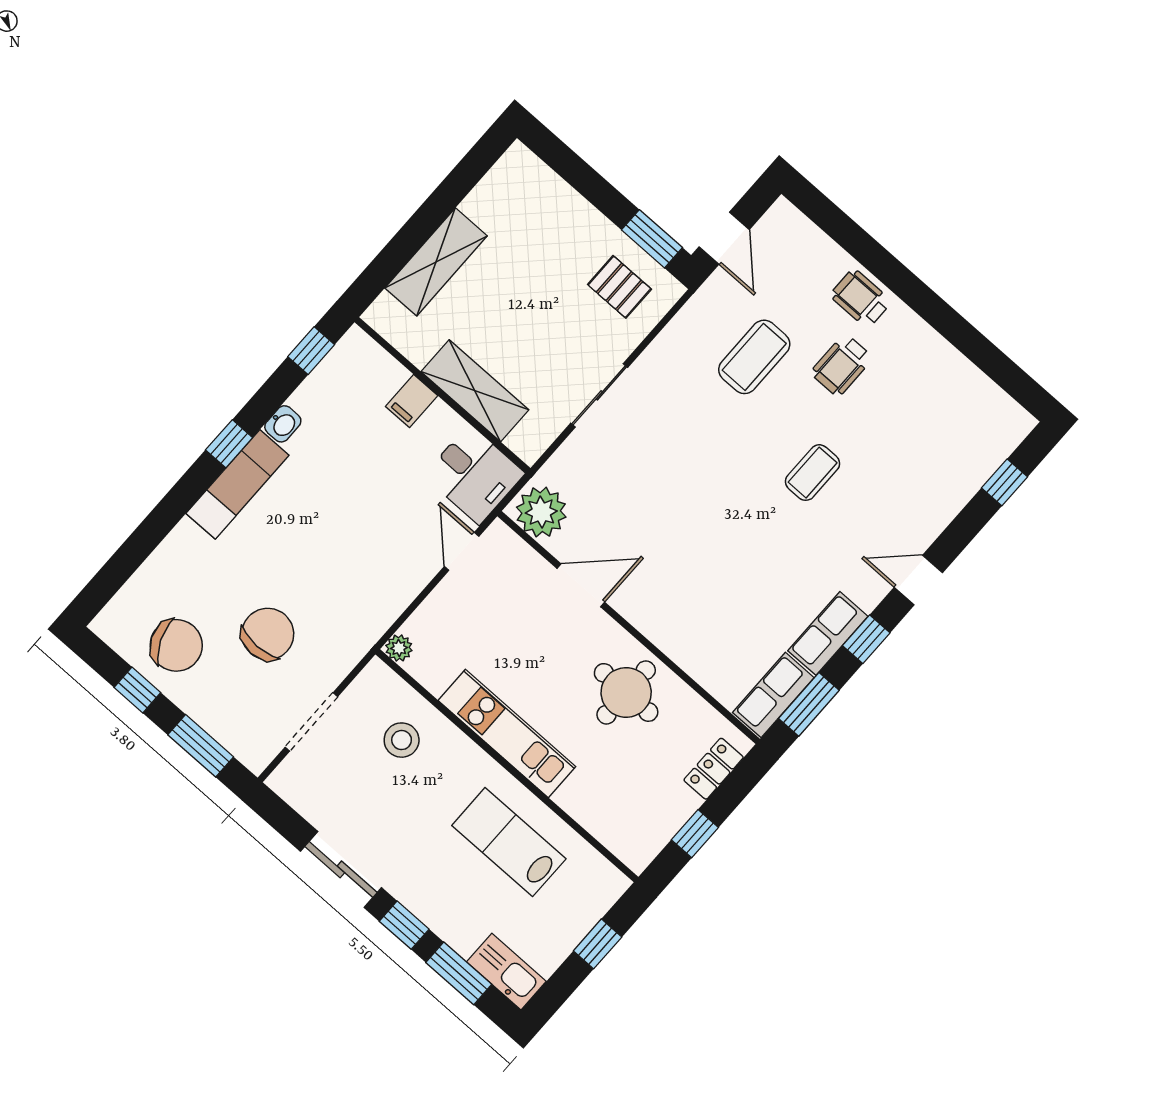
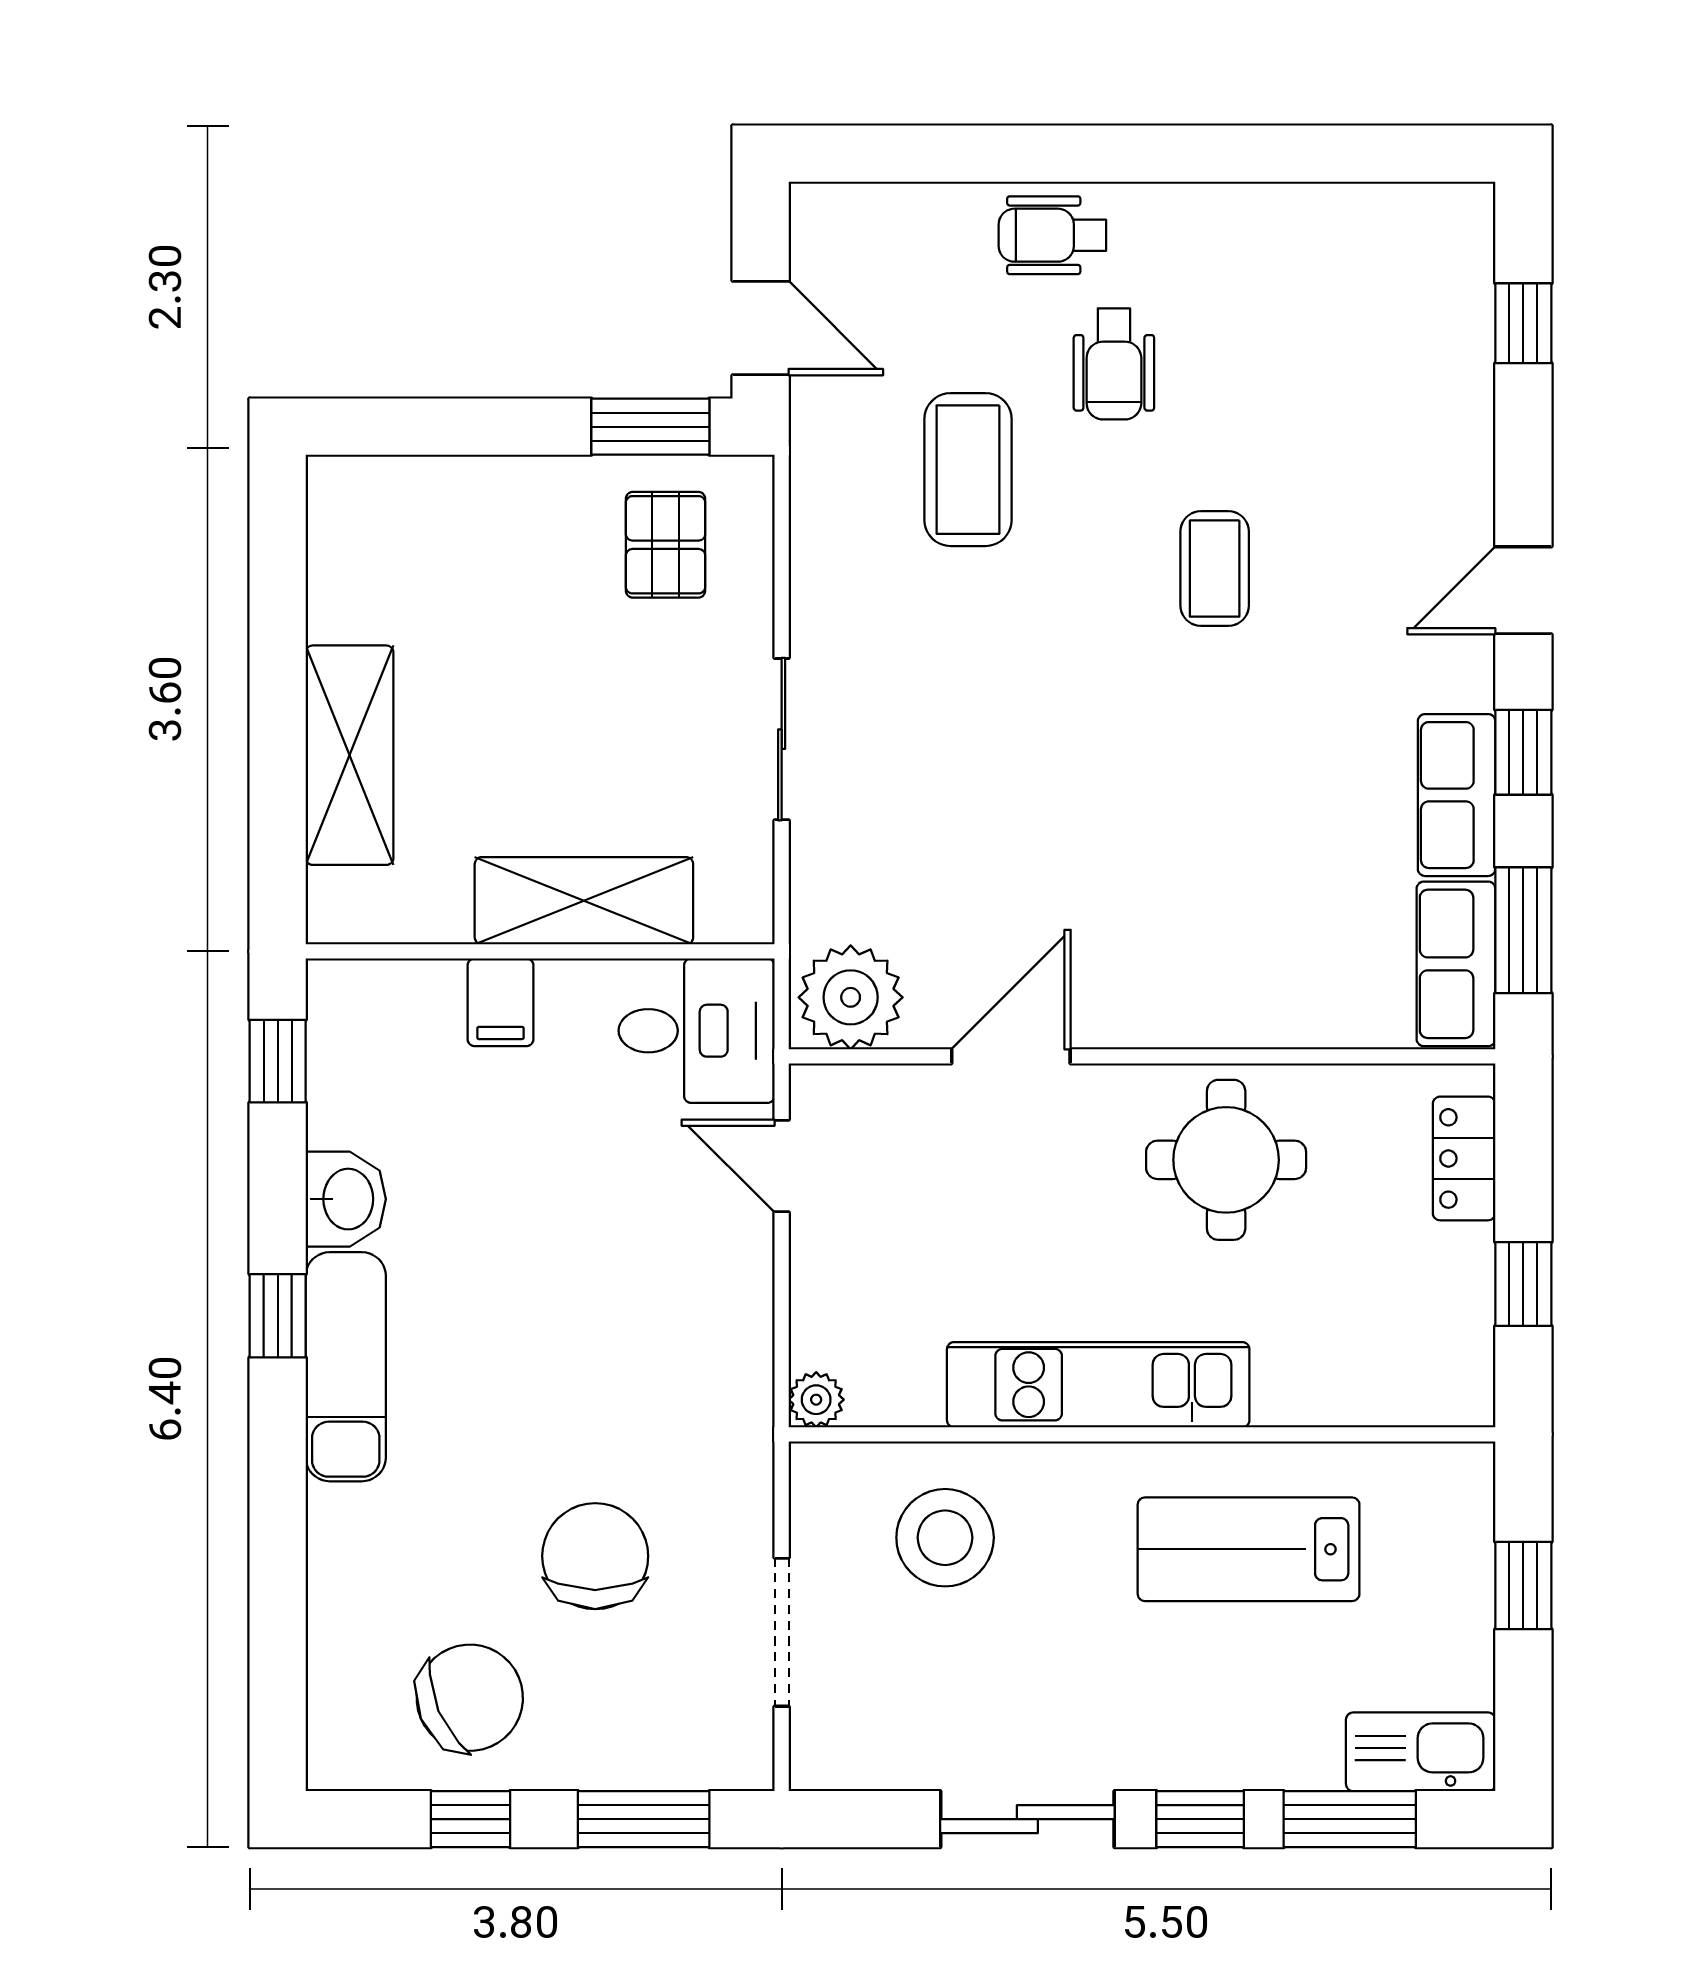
pallet: (619, 287) -> (666, 545), turned 90
washbasin: (283, 424) -> (346, 1199), width x1.38, depth x1.45
stool: (402, 740) -> (945, 1538), width x1.38, depth x1.38

